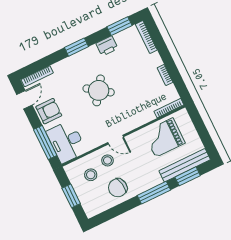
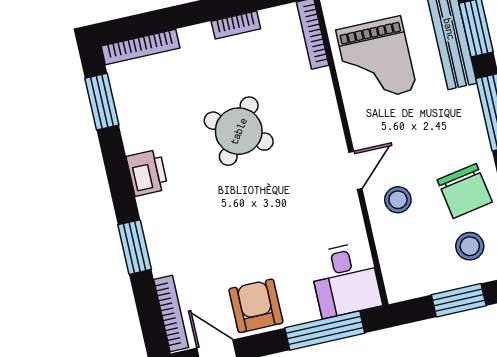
printer: (107, 46) -> (147, 173), moved
window: (76, 47) -> (135, 247), moved
round table: (99, 90) -> (239, 131), moved
desk: (66, 142) -> (345, 280), width x0.73
stool: (91, 175) -> (470, 246), moved

